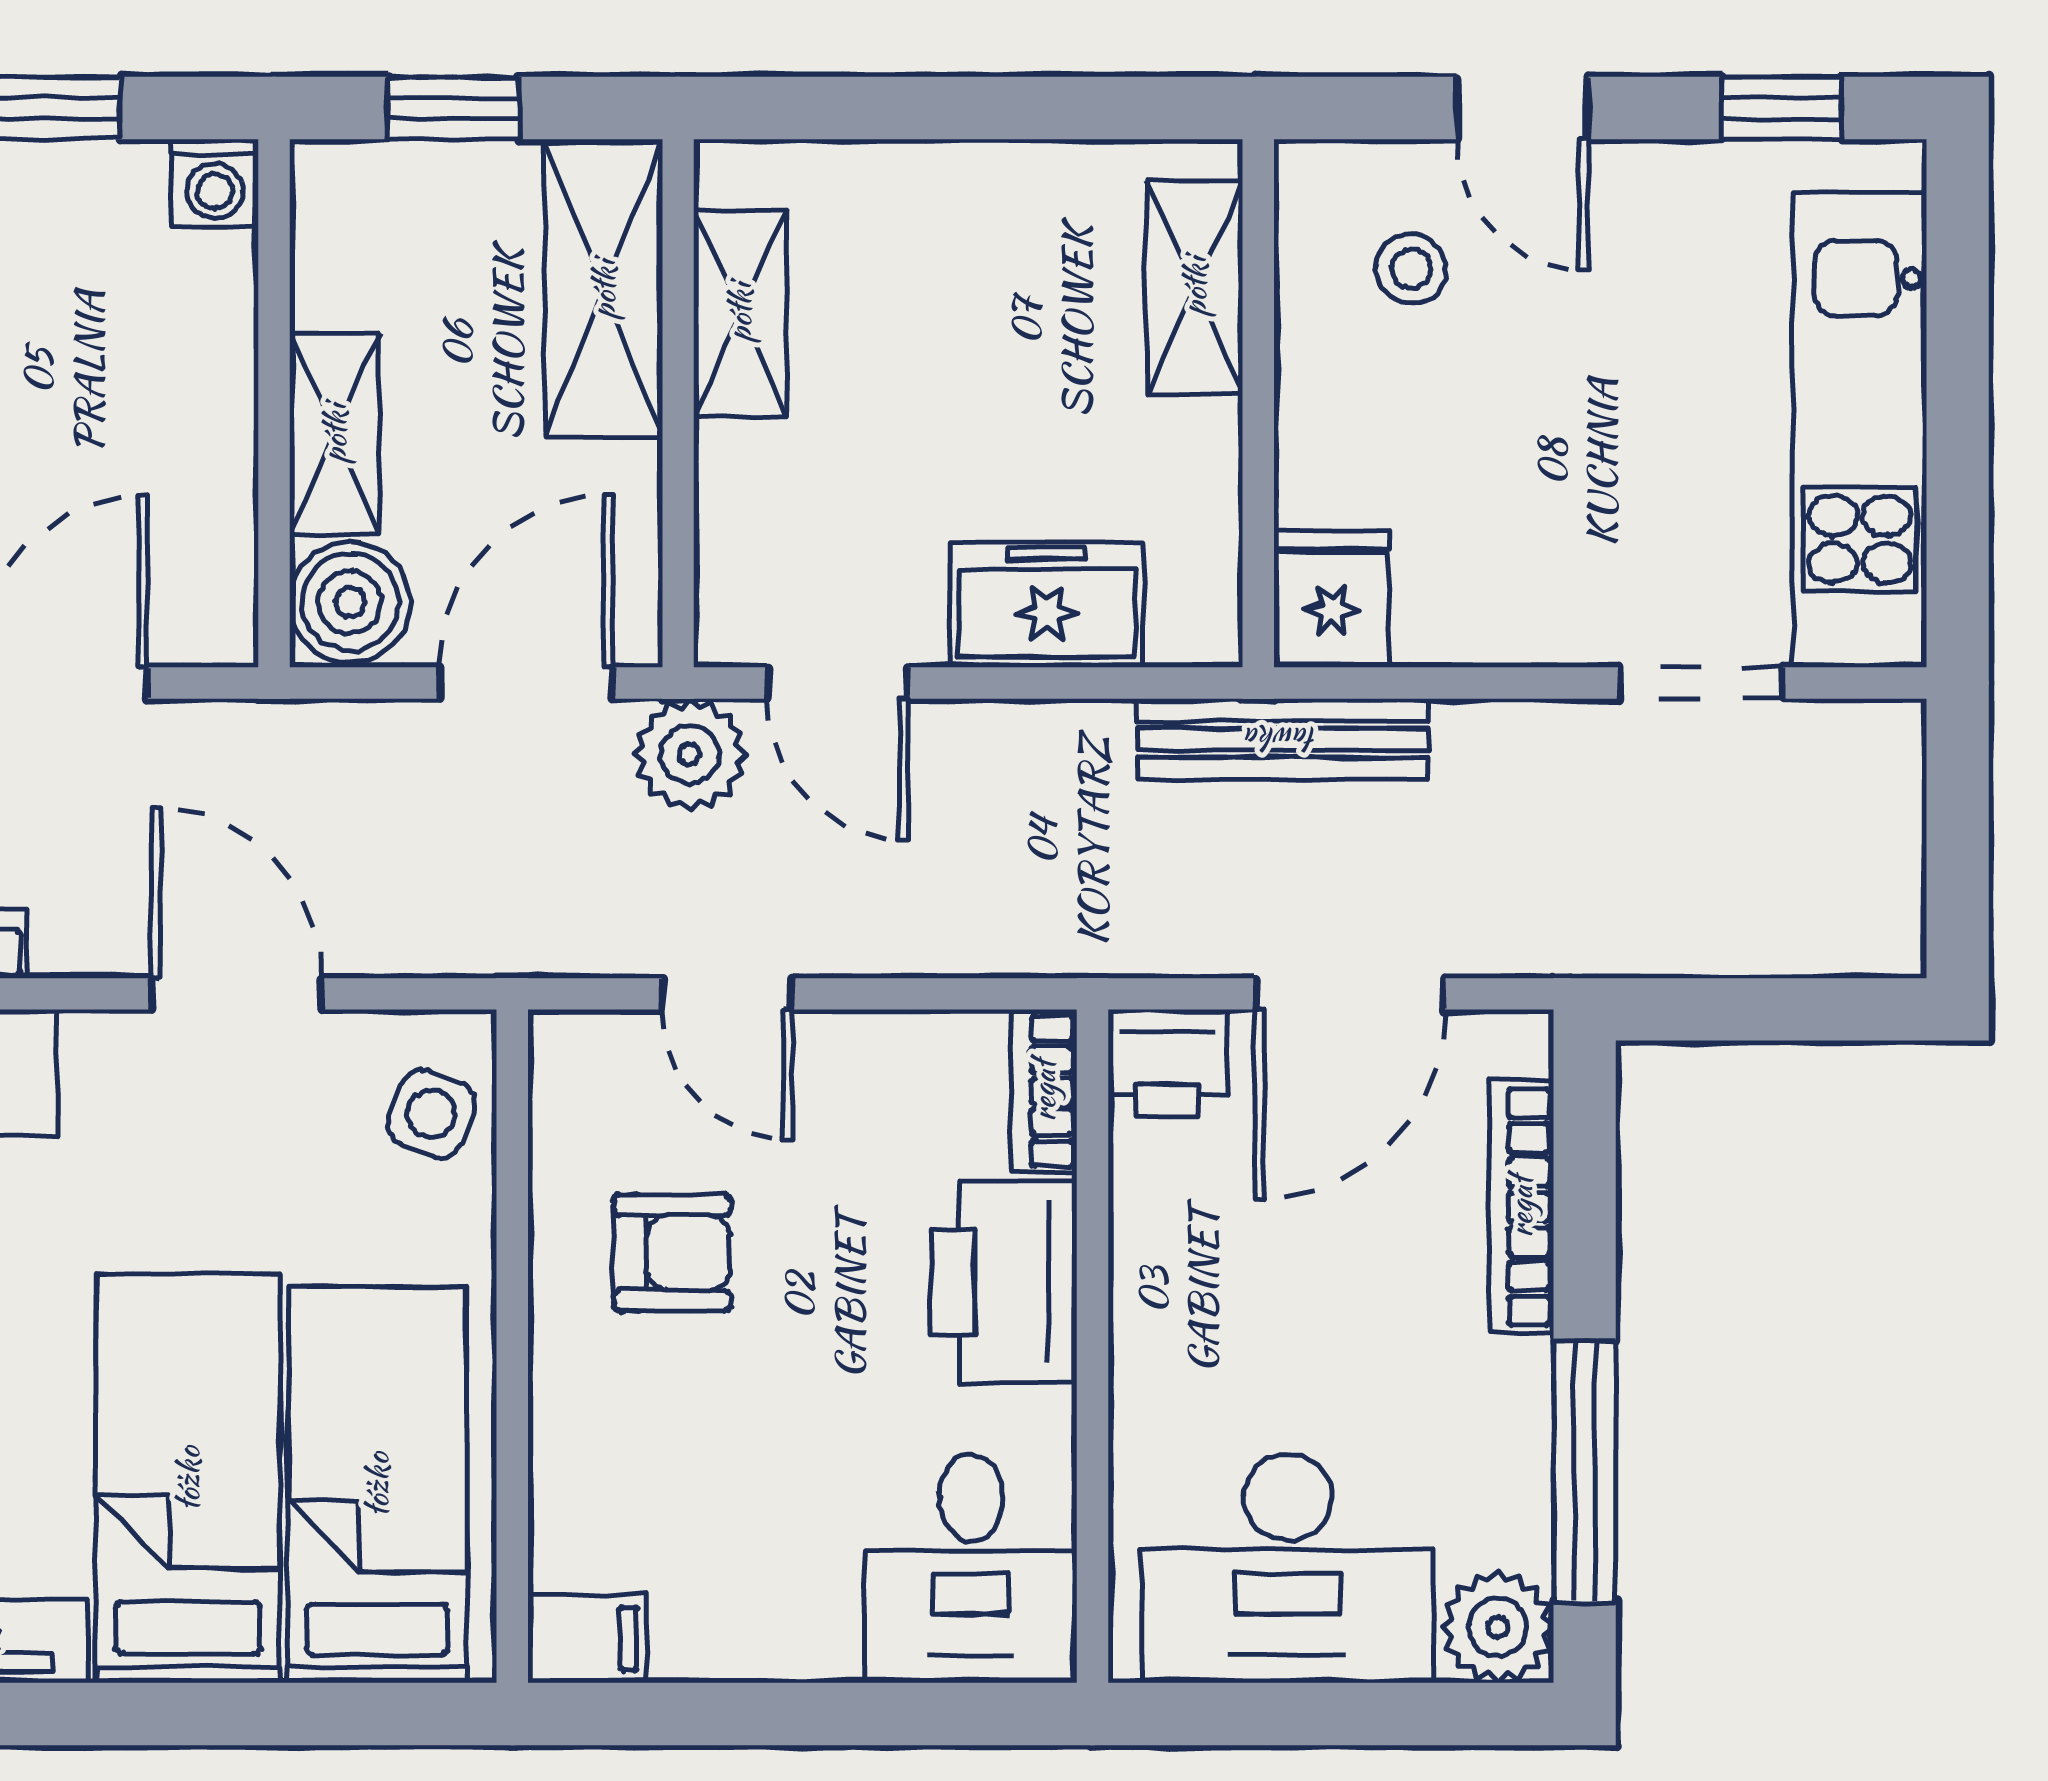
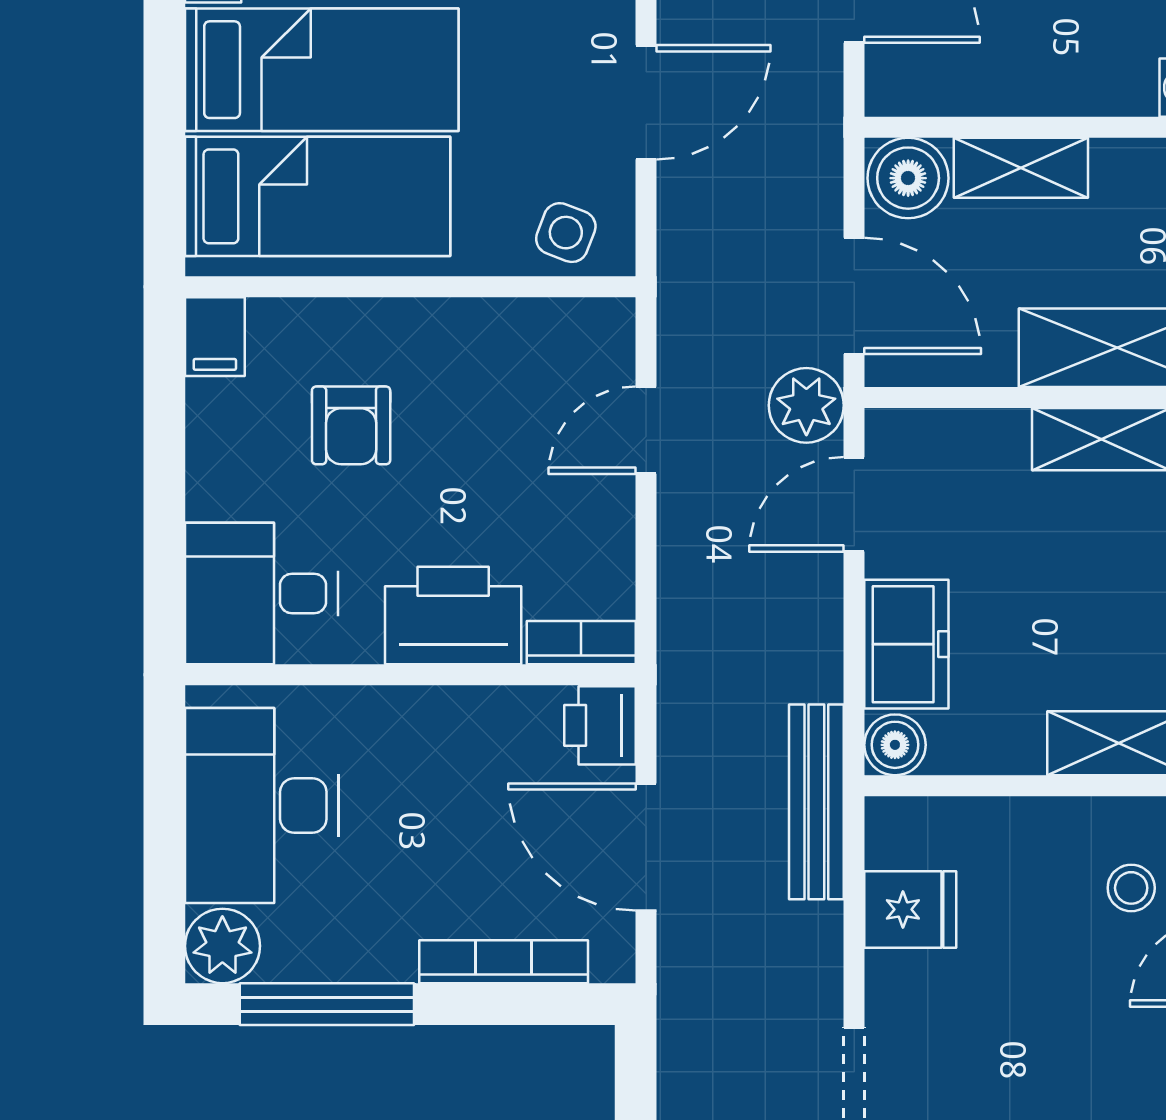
fridge: (1331, 599) -> (910, 909), moved
boiler: (1197, 622) -> (895, 745), added
armchair: (672, 1253) -> (351, 425), moved

